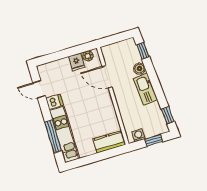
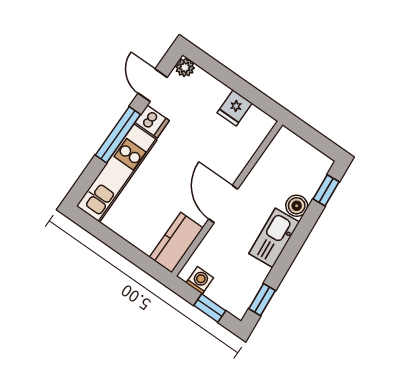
plant: (88, 56) -> (185, 67), moved
door: (107, 77) -> (223, 204), moved
window: (53, 136) -> (118, 135), moved
kitchen counter: (109, 142) -> (176, 243), moved, turned -90

